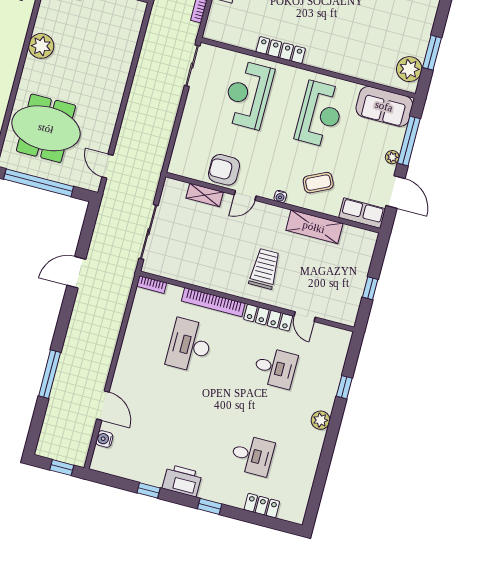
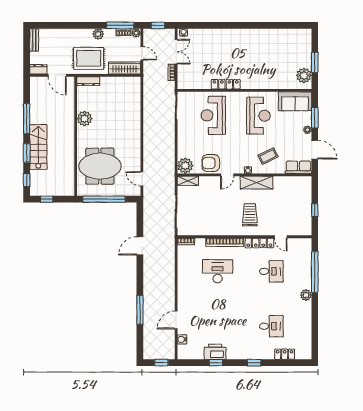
window: (409, 141) -> (315, 118), width x0.69
plant: (182, 163) -> (185, 166), added
shelving: (205, 195) -> (188, 181), moved
shelving: (314, 227) -> (257, 183), moved
desk: (190, 345) -> (218, 271), turned 90
window: (344, 387) -> (315, 272), width x3.17
door: (103, 406) -> (176, 320), swing flipped
printer: (182, 481) -> (215, 352), moved

